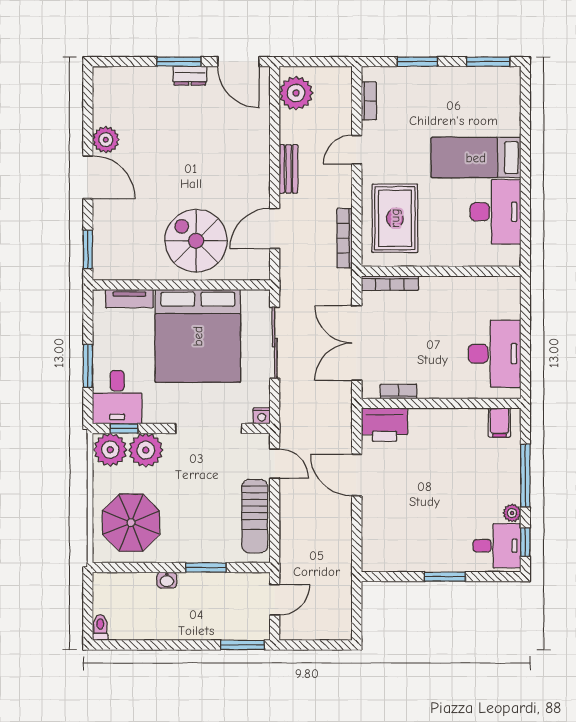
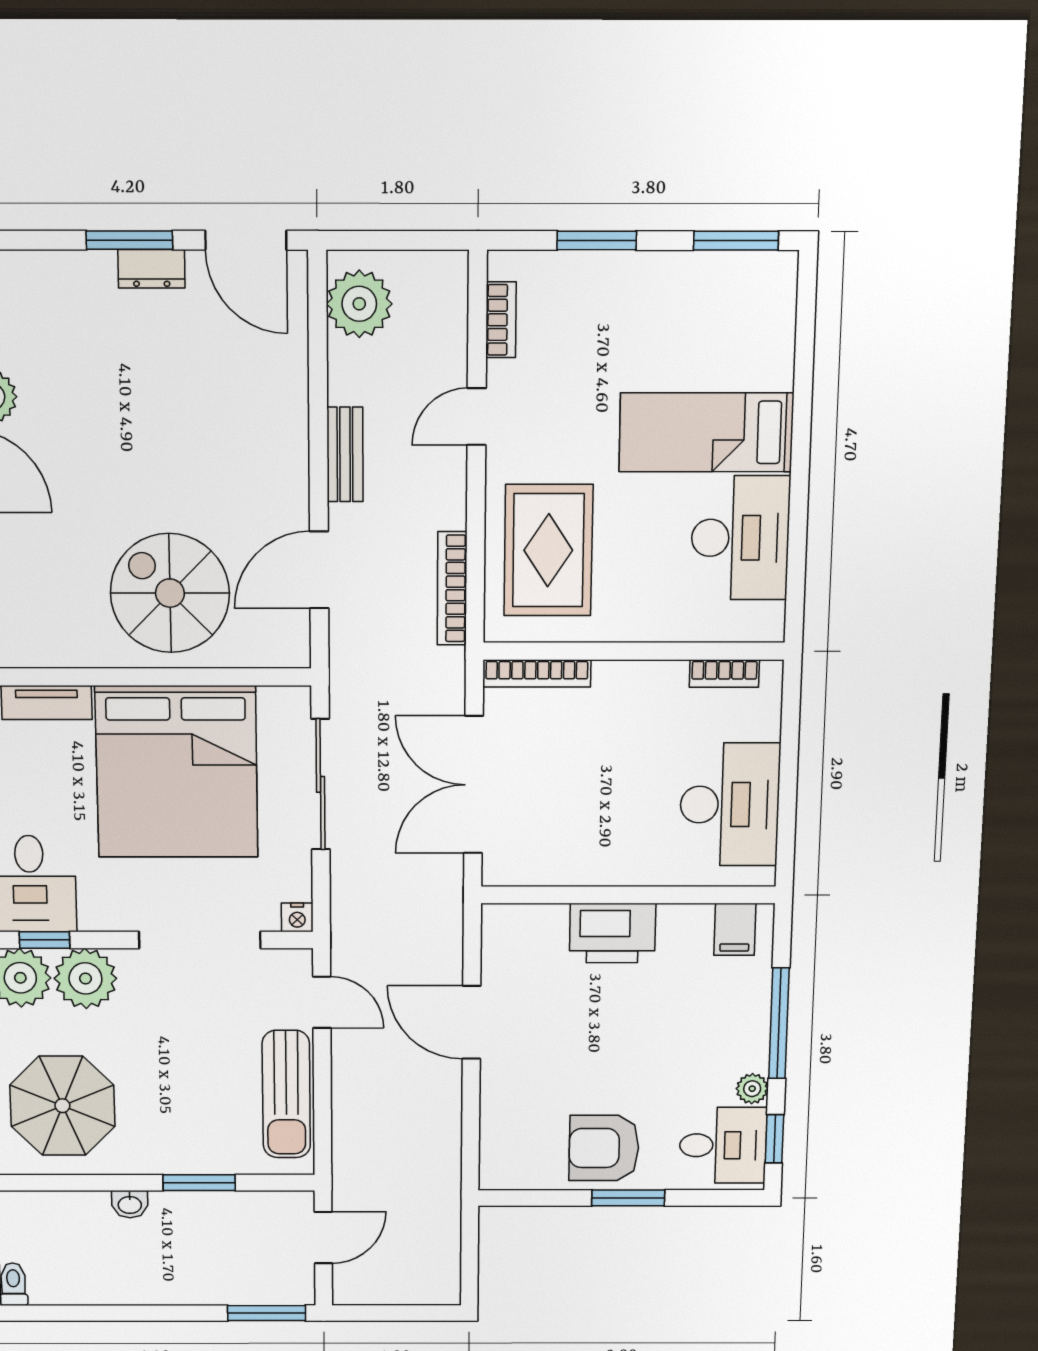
bookcase: (398, 392) -> (724, 674), moved, turned 180
printer: (384, 425) -> (613, 933), moved
armchair: (431, 547) -> (604, 1148), added

